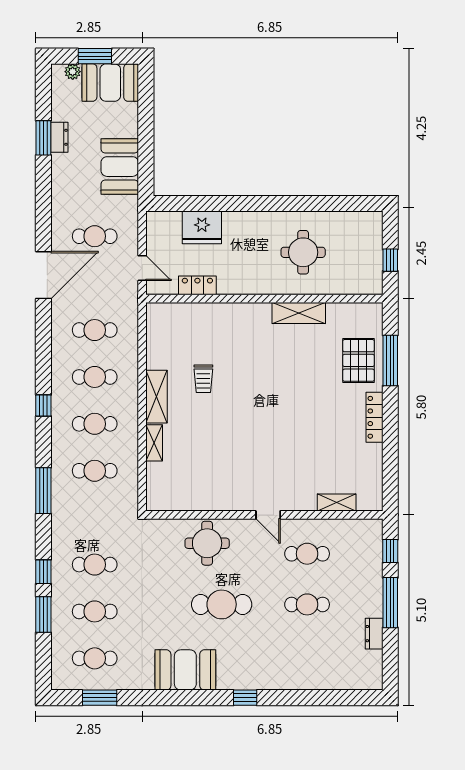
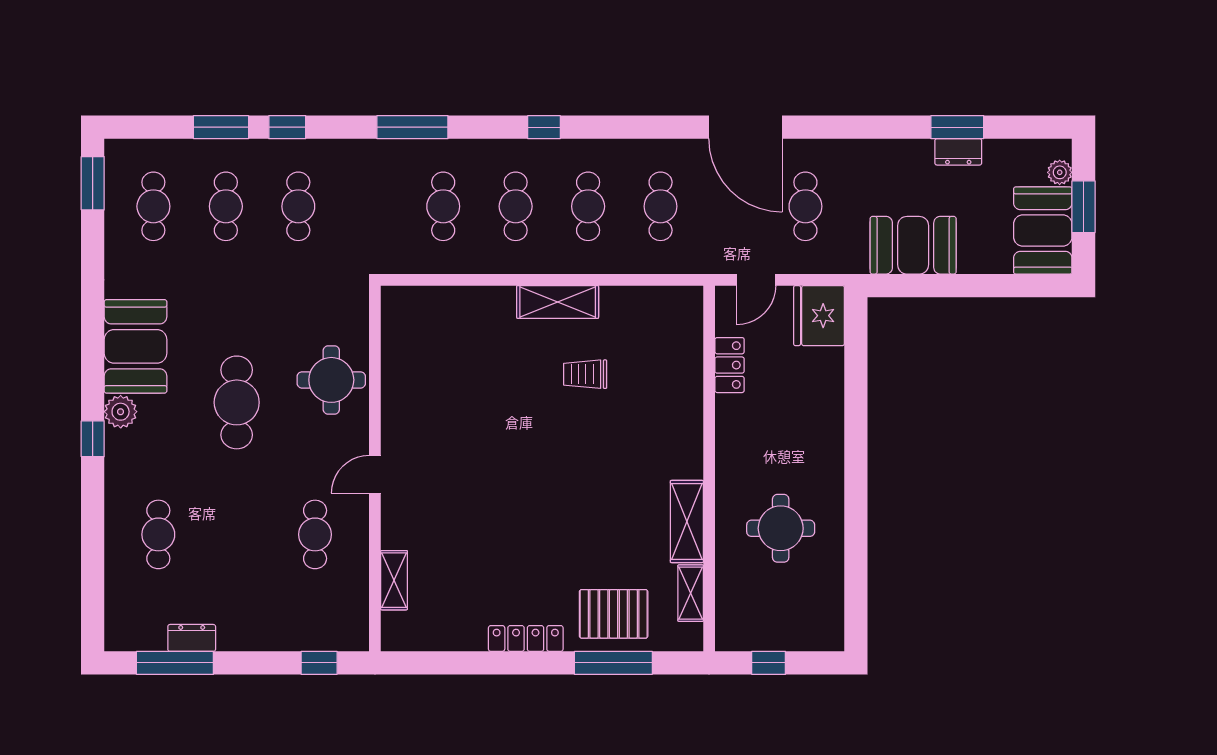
fridge: (202, 227) -> (819, 316), moved
shelving: (154, 443) -> (691, 593), moved, turned 90
window: (390, 603) -> (175, 663), moved
cafe table: (307, 604) -> (158, 534), moved
plant: (228, 680) -> (121, 412), added
window: (100, 698) -> (93, 183), moved

